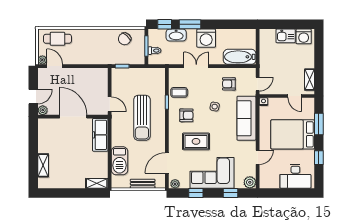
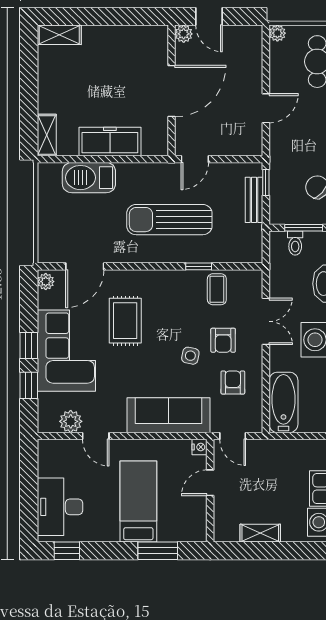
door: (55, 66) -> (266, 108), moved
shelving: (310, 80) -> (260, 533), moved
door: (295, 96) -> (210, 483), moved
armchair: (186, 115) -> (223, 340), moved
bed: (293, 134) -> (138, 502), width x0.67
freezer: (100, 135) -> (110, 142), moved
window: (319, 158) -> (67, 551), moved
door: (167, 163) -> (85, 266), swing flipped
shelving: (43, 165) -> (59, 35), moved
plant: (250, 182) -> (71, 421), moved
bench: (143, 184) -> (254, 200), moved
window: (196, 193) -> (29, 345), moved

